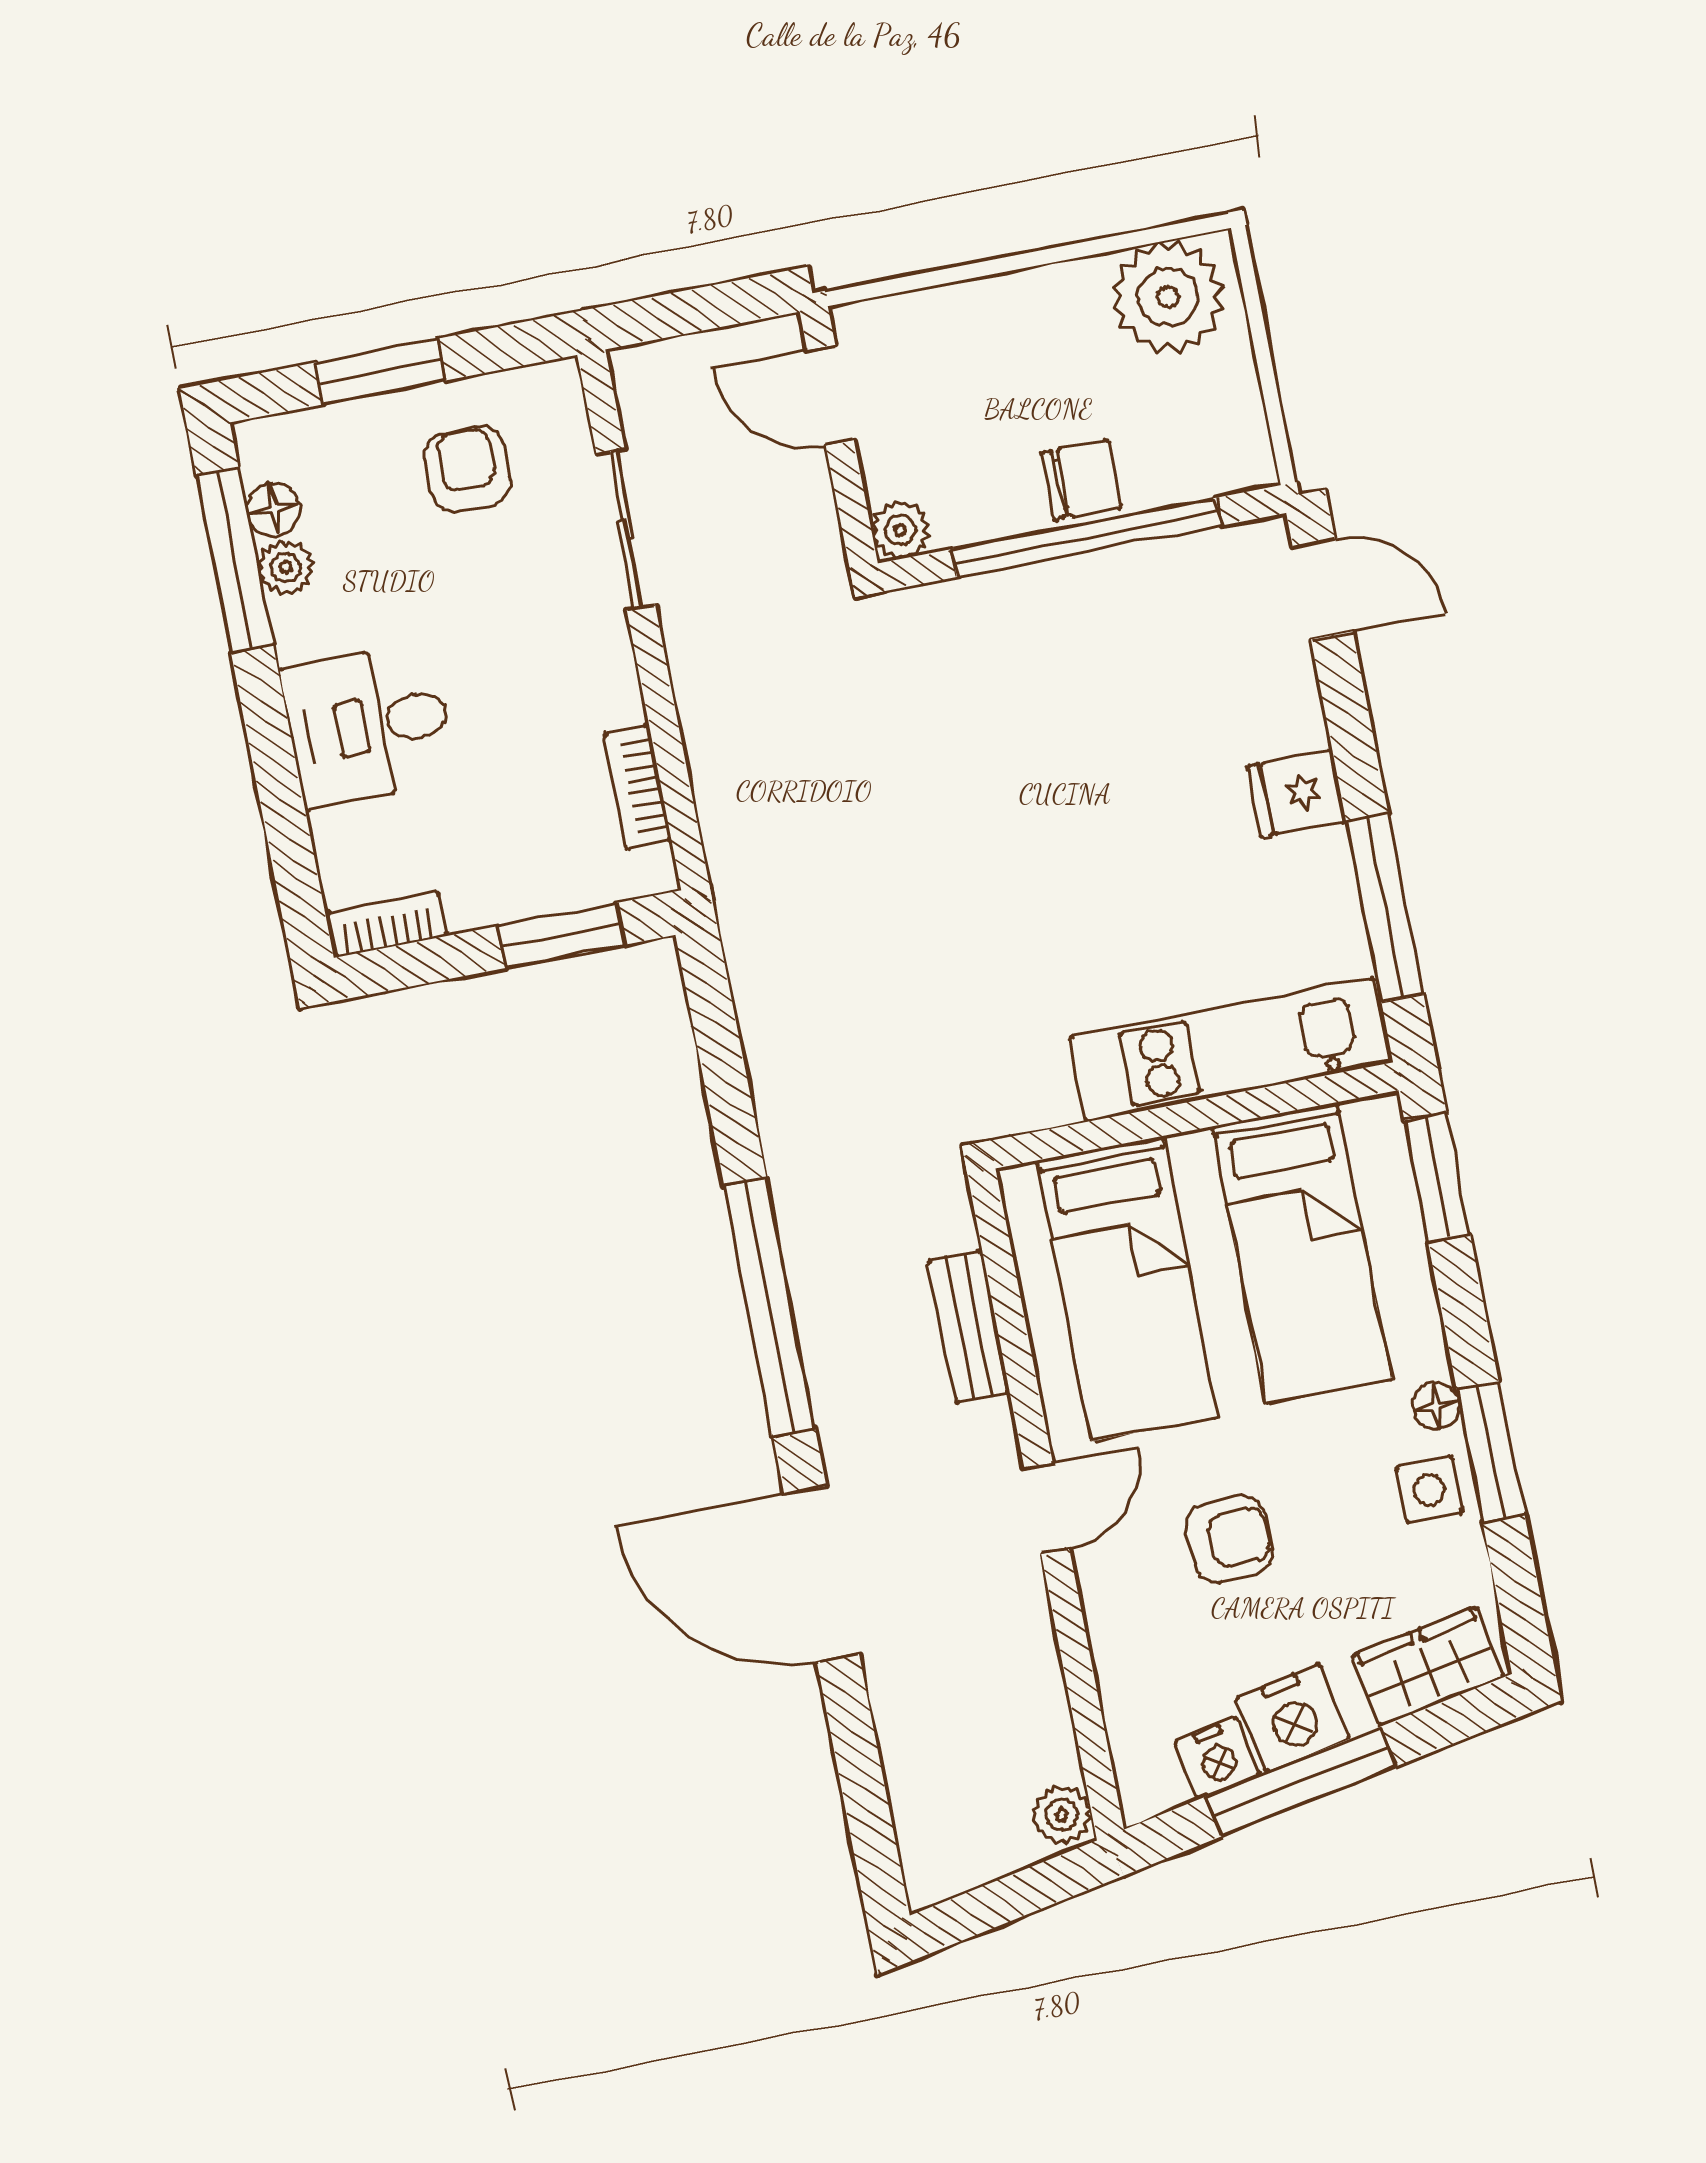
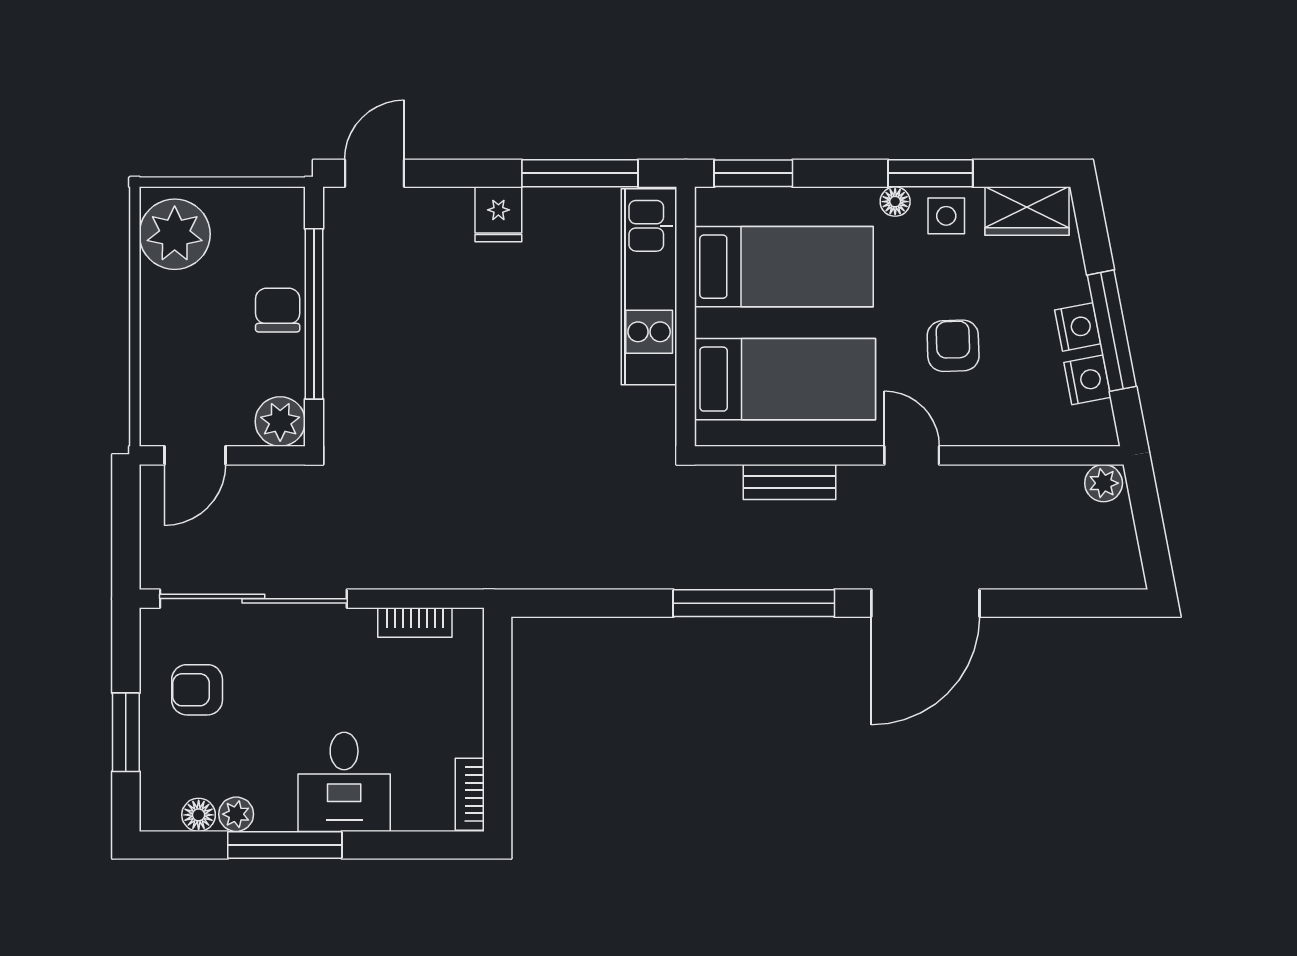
sliding door: (626, 529) -> (253, 599), width x1.86
plant: (900, 530) -> (280, 422), width x1.38, depth x1.38
window: (235, 560) -> (285, 845), moved
window: (561, 935) -> (498, 688), removed
wardrobe: (1428, 1666) -> (1027, 211), moved, turned -79
nightstand: (1293, 1718) -> (1078, 327), width x0.74, depth x0.75

